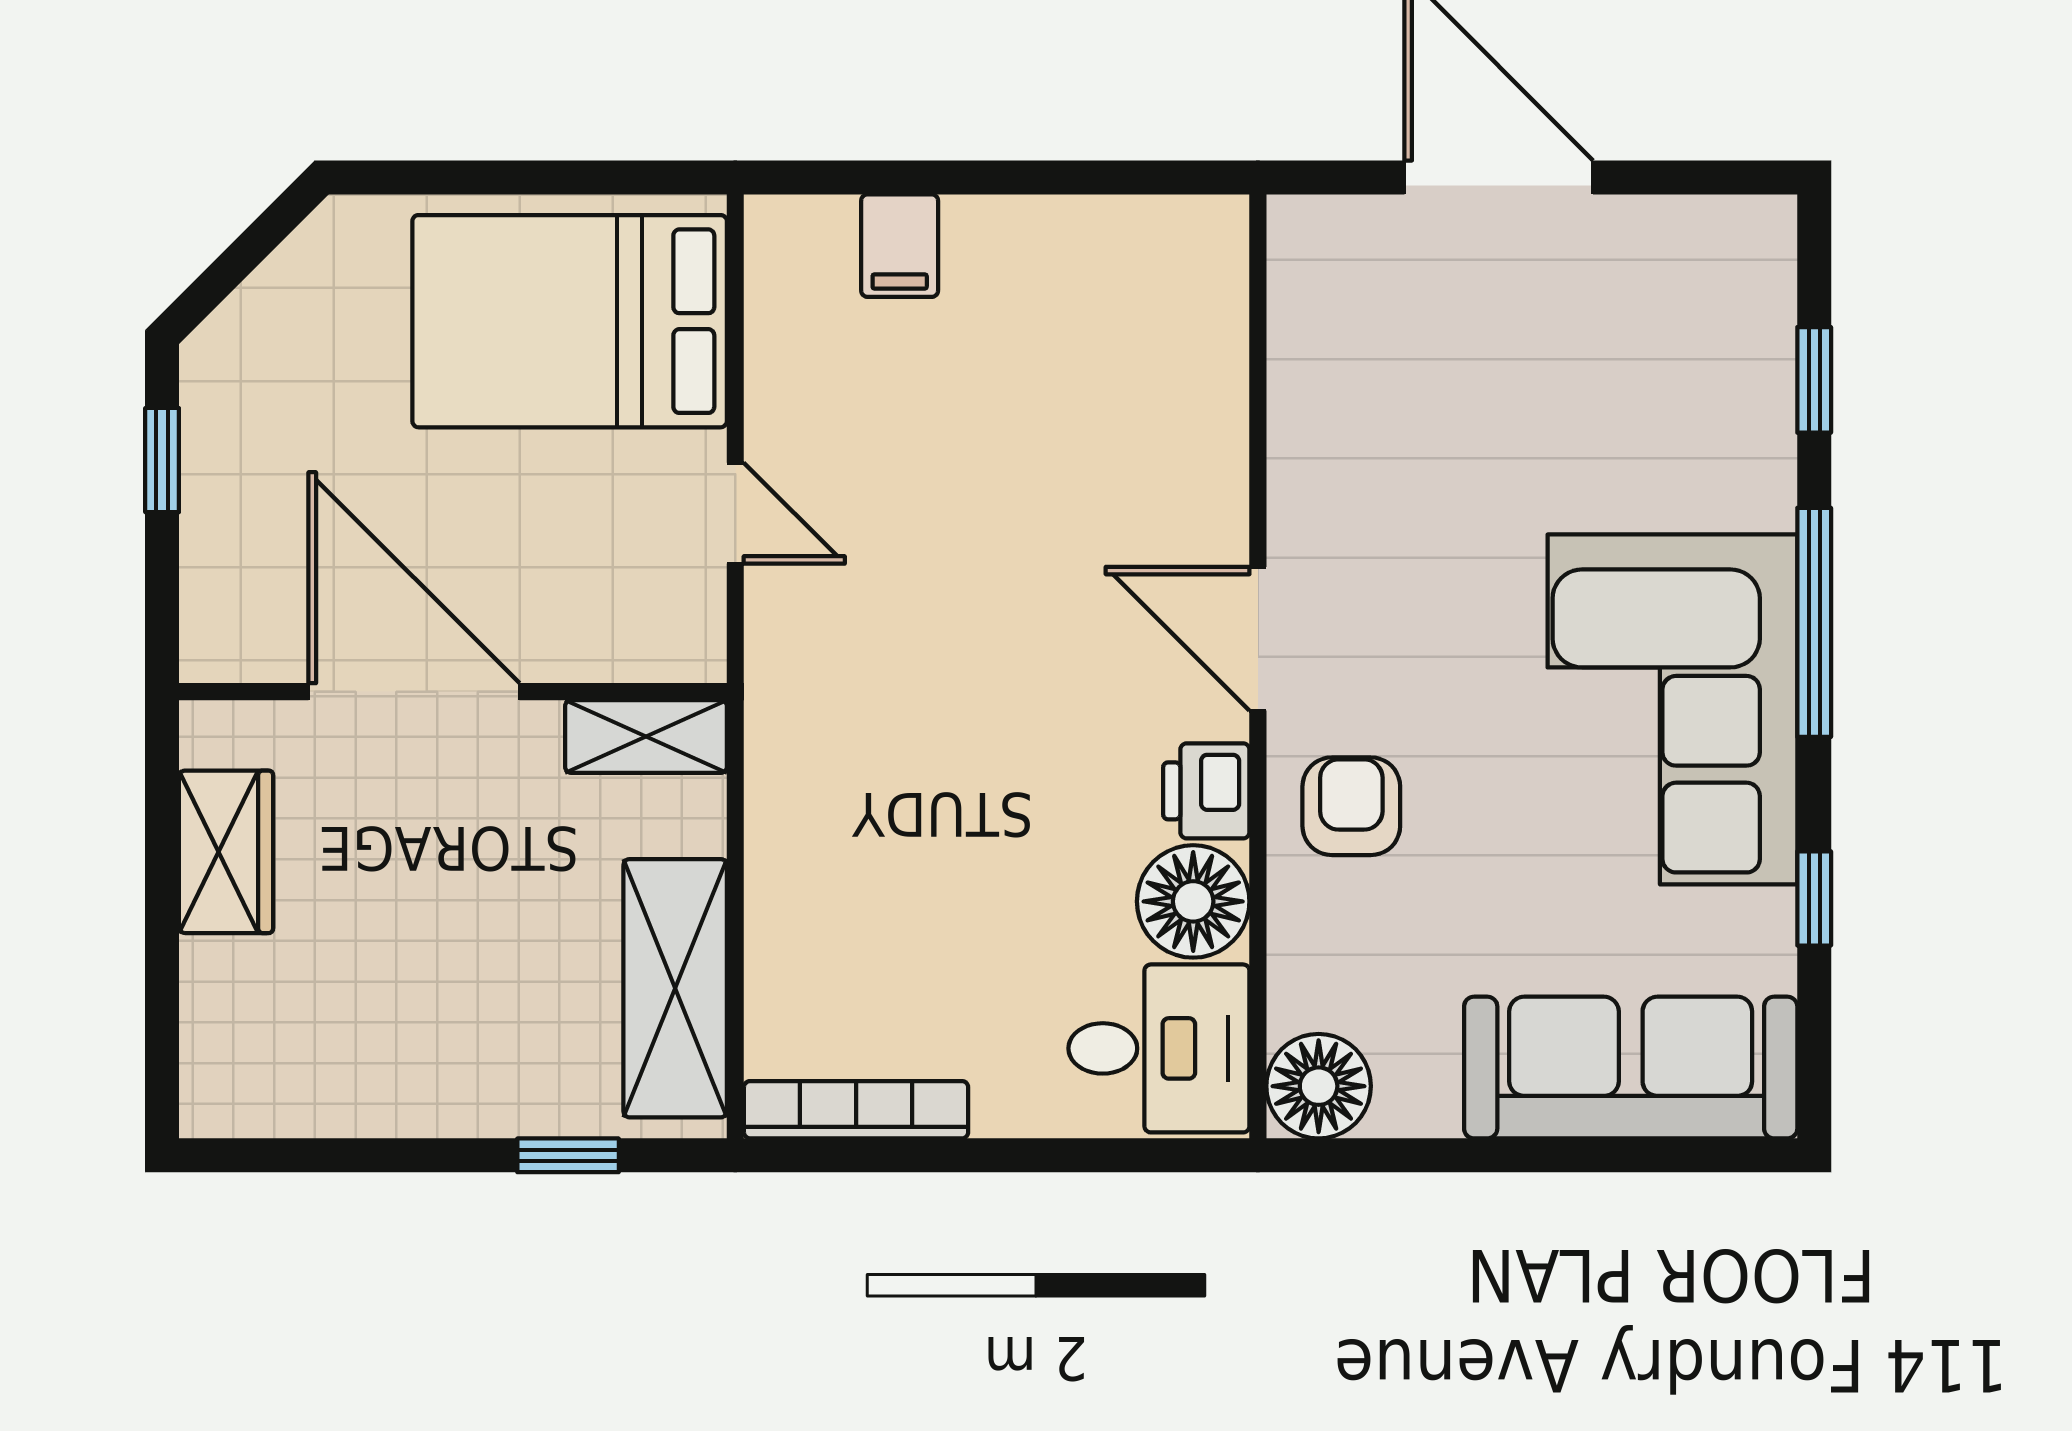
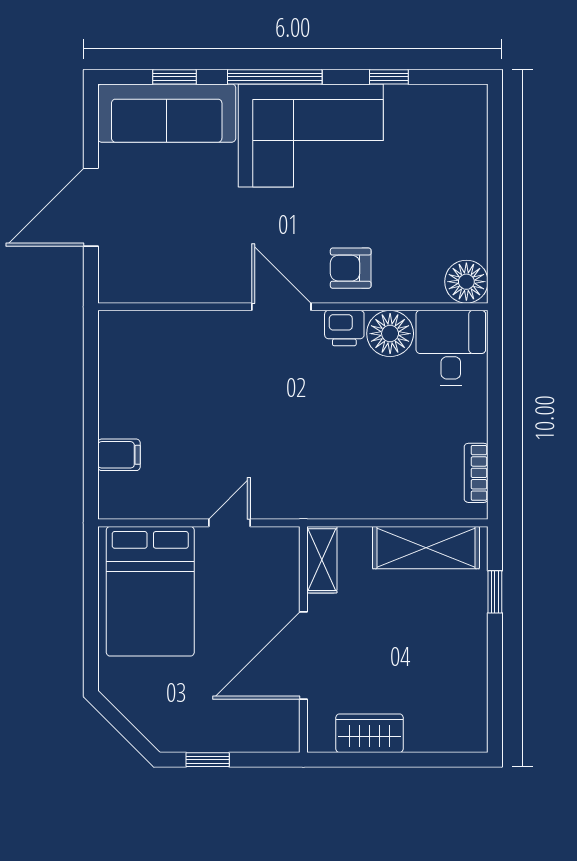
door: (1258, 639) -> (281, 307), swing flipped
sofa: (1631, 1068) -> (167, 113), moved, turned -90
bookcase: (856, 1110) -> (476, 473), width x0.64

